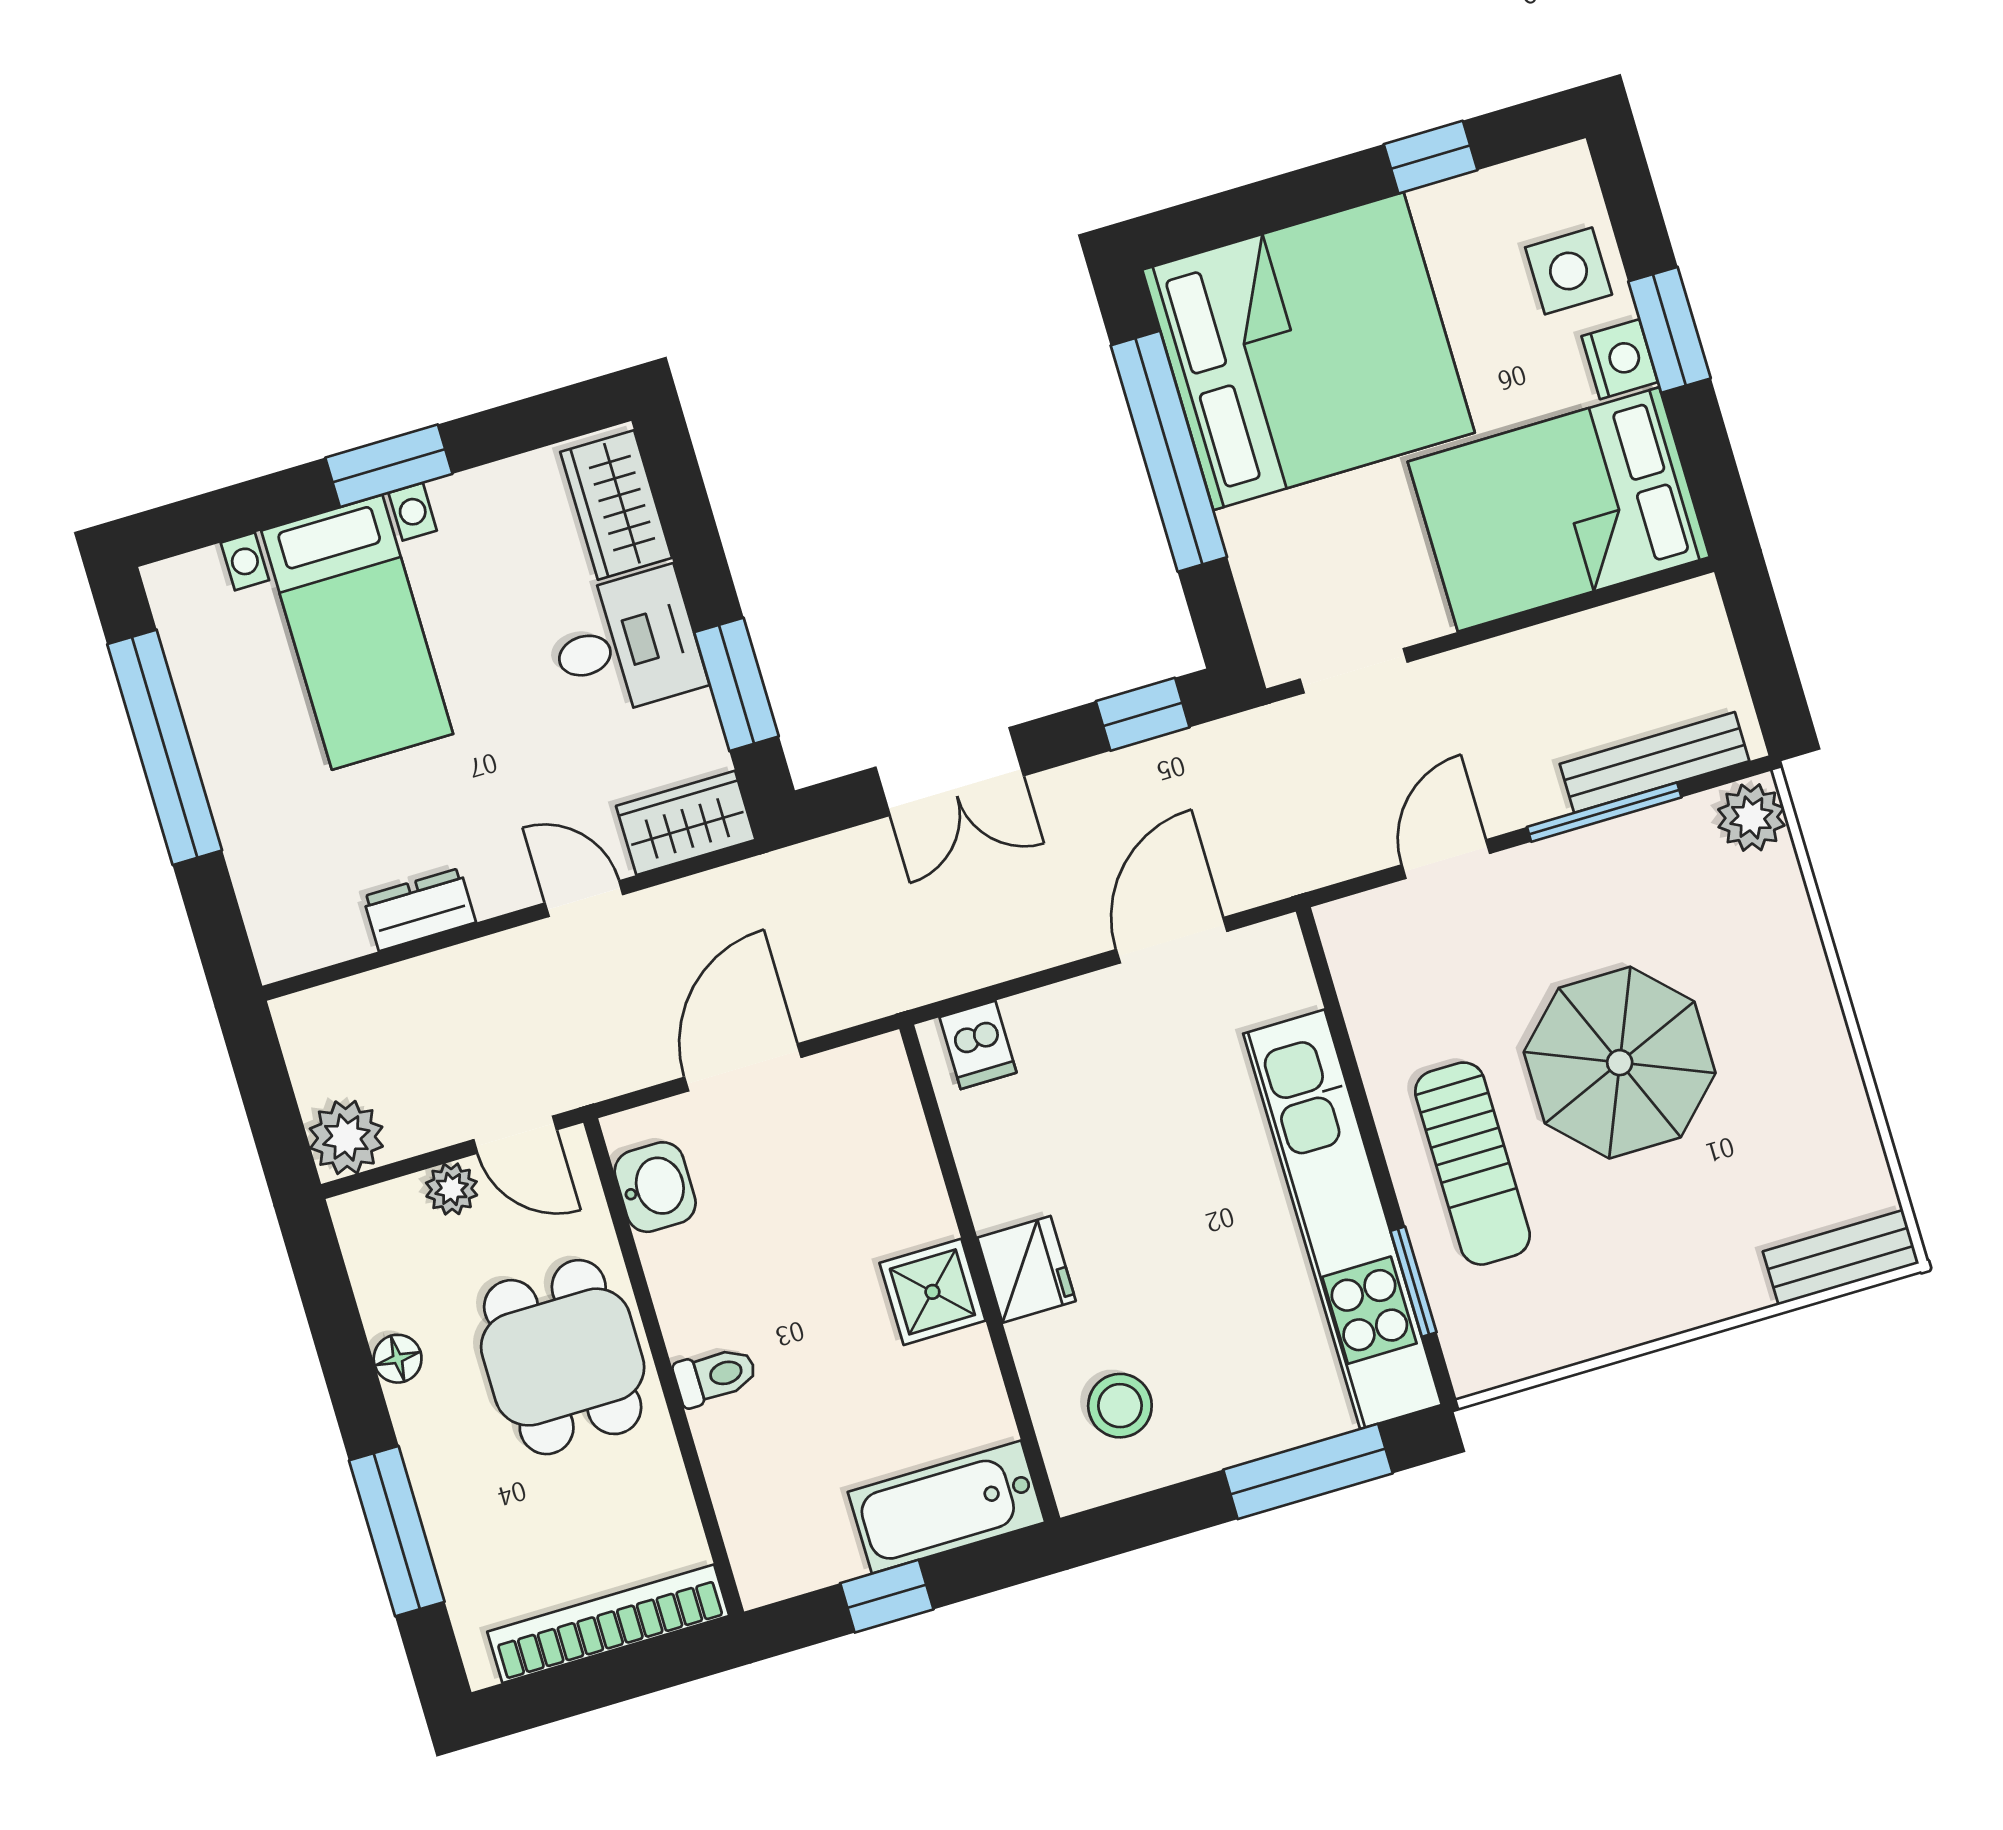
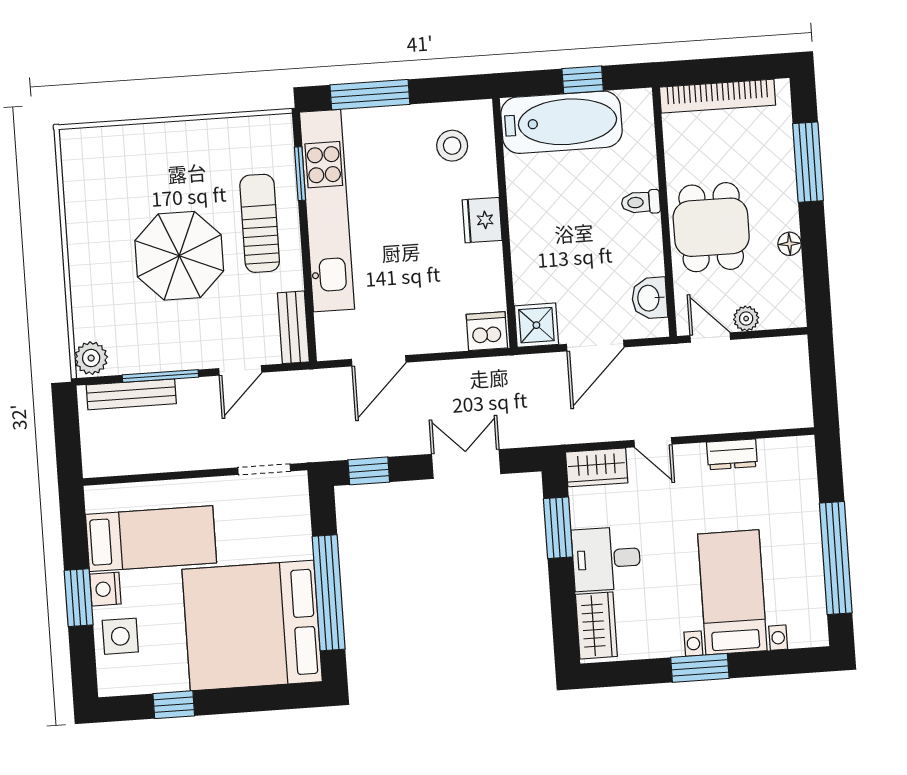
bed: (1559, 509) -> (151, 539), width x0.67
dishwasher: (978, 1045) -> (487, 331), width x1.38
plant: (346, 1137) -> (791, 354), removed
bench: (1841, 1257) -> (293, 327), moved, turned 90
shower: (932, 1292) -> (536, 325), moved
bathtub: (946, 1507) -> (562, 122), width x1.36, depth x1.36

